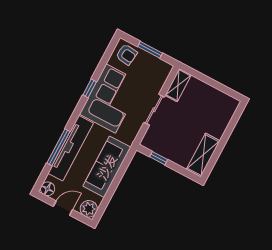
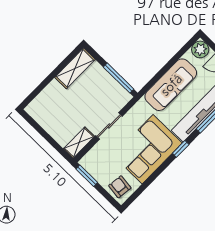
window: (150, 50) -> (87, 176), moved
window: (90, 88) -> (181, 149), moved
window: (159, 158) -> (119, 78), width x2.17

